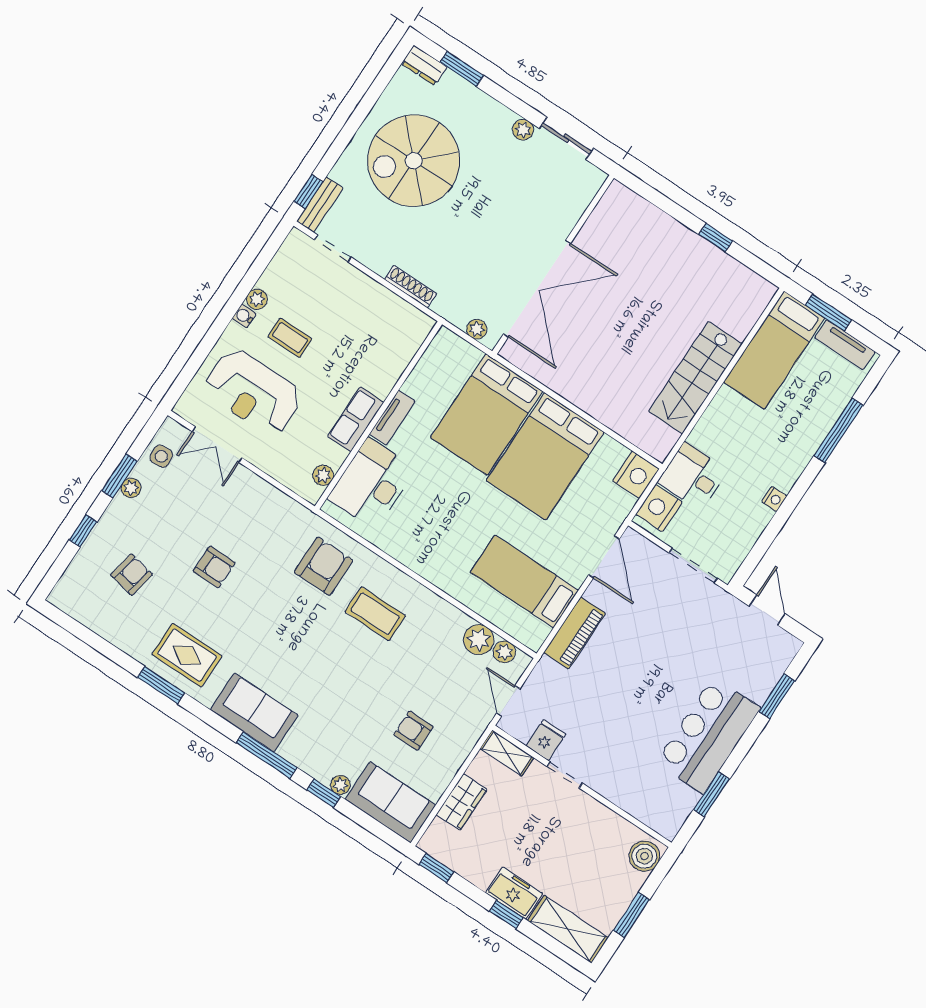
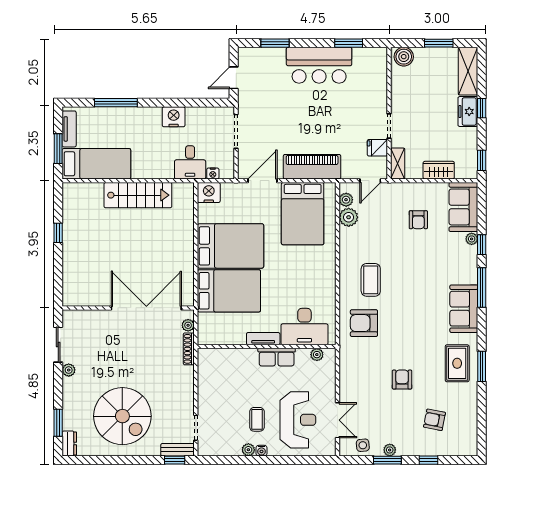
shoe rack: (411, 287) -> (189, 349), moved
nightstand: (774, 499) -> (174, 117), width x1.89, depth x1.79
nightstand: (659, 508) -> (213, 174), width x0.53, depth x0.56
bed: (524, 581) -> (303, 214), width x1.50
piano: (575, 633) -> (312, 167), width x1.37, depth x1.33

